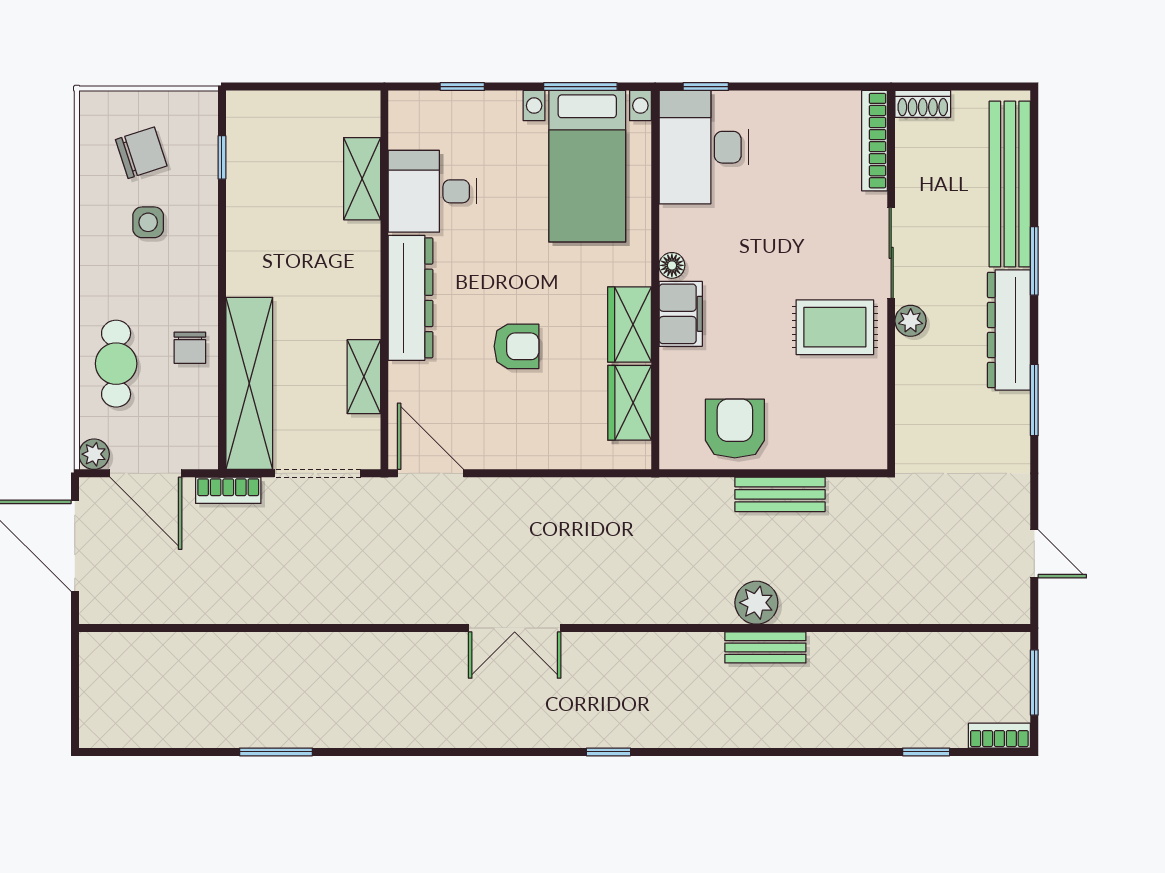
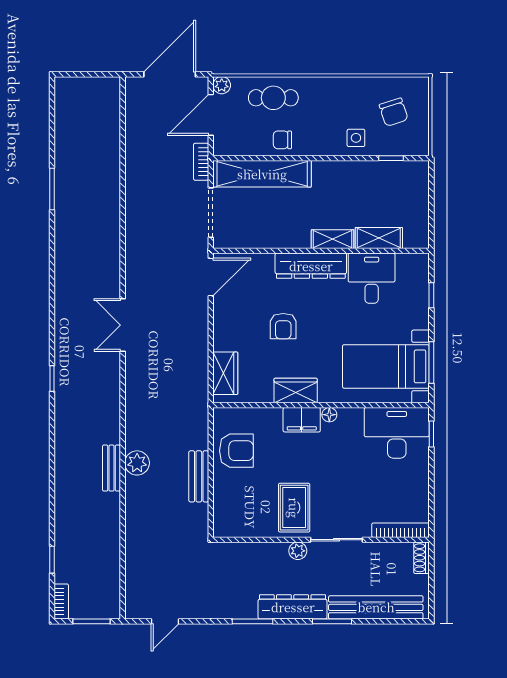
side table: (148, 222) -> (356, 138), moved
shelving: (364, 377) -> (332, 239), moved
wardrobe: (630, 403) -> (225, 373), moved, turned 90

